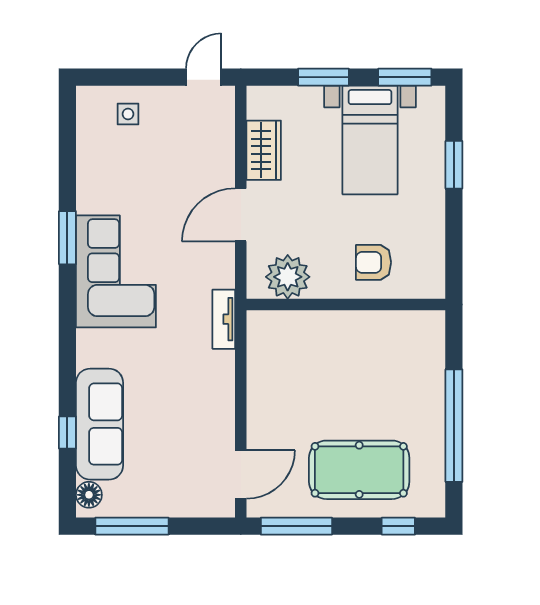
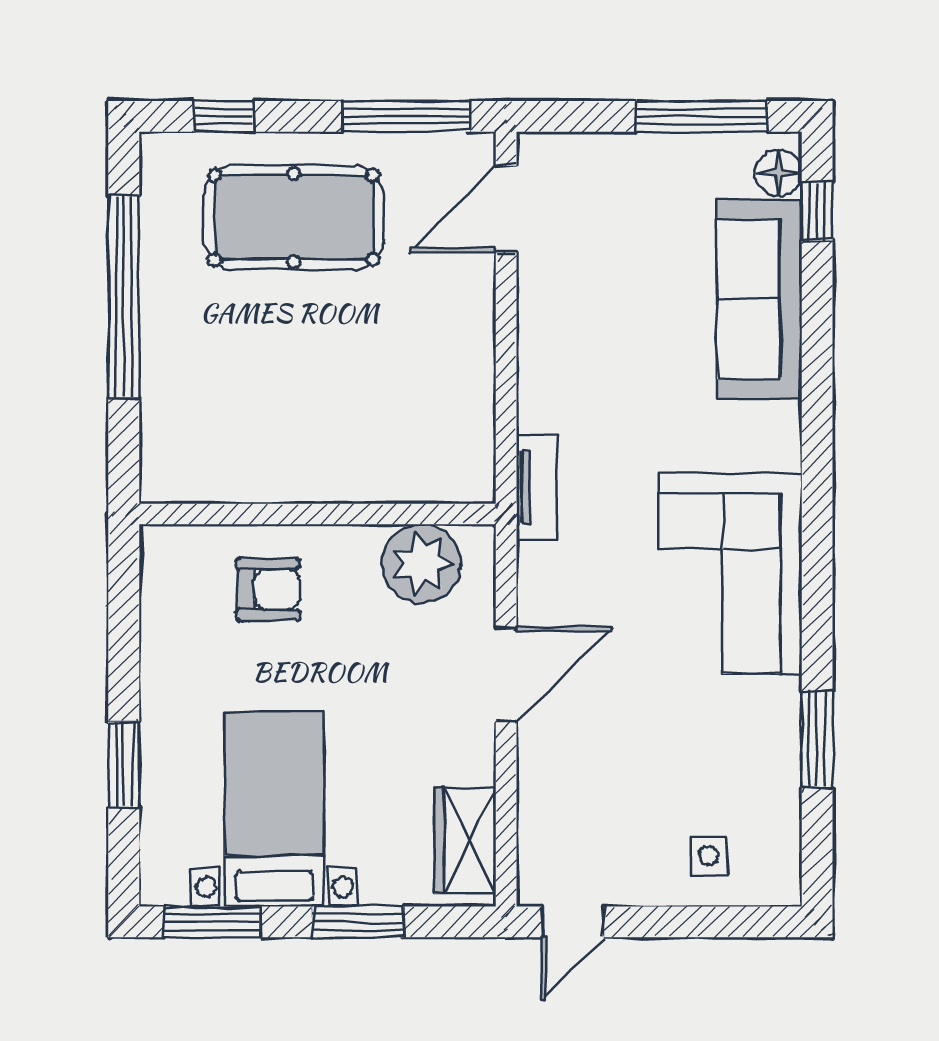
wardrobe: (264, 150) -> (465, 840), moved
window: (67, 238) -> (817, 739), moved
window: (67, 433) -> (817, 211), moved

